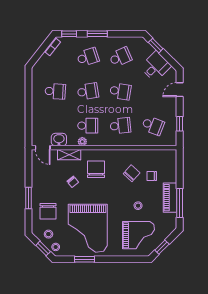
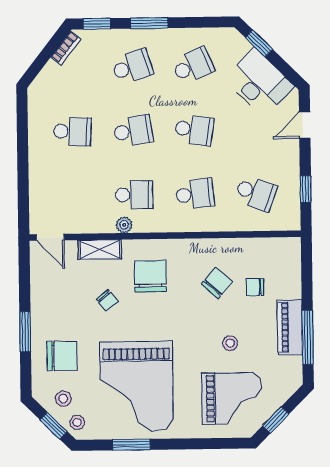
desk: (156, 66) -> (259, 82), width x1.37
washbasin: (59, 140) -> (80, 222), removed
chair: (48, 211) -> (62, 356), turned -90

